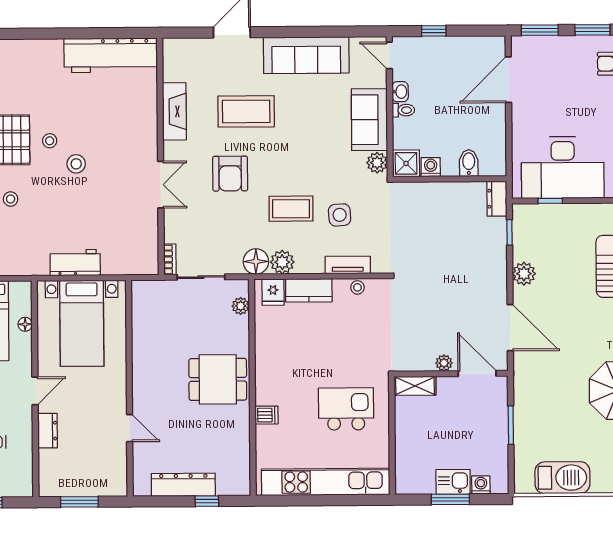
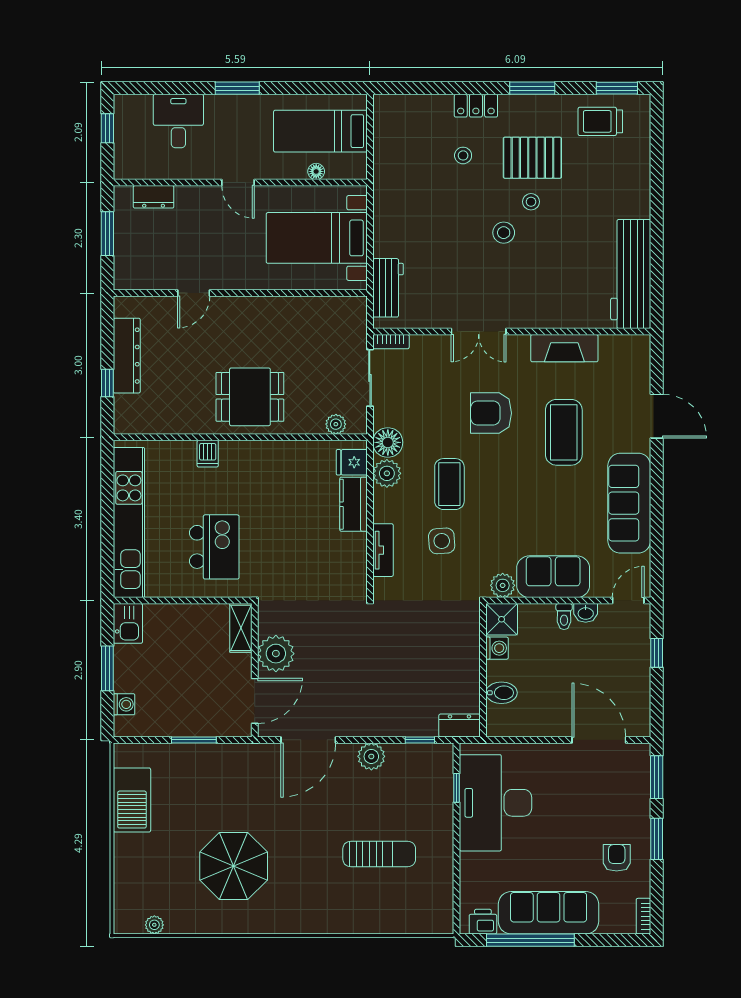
workbench: (75, 263) -> (388, 288), moved
stool: (357, 287) -> (357, 561), removed
plant: (444, 363) -> (276, 654), width x1.88, depth x1.88
dining table: (218, 379) -> (250, 397), turned 90
dresser: (47, 431) -> (154, 197), moved
kitchen sink: (453, 482) -> (128, 623), moved

